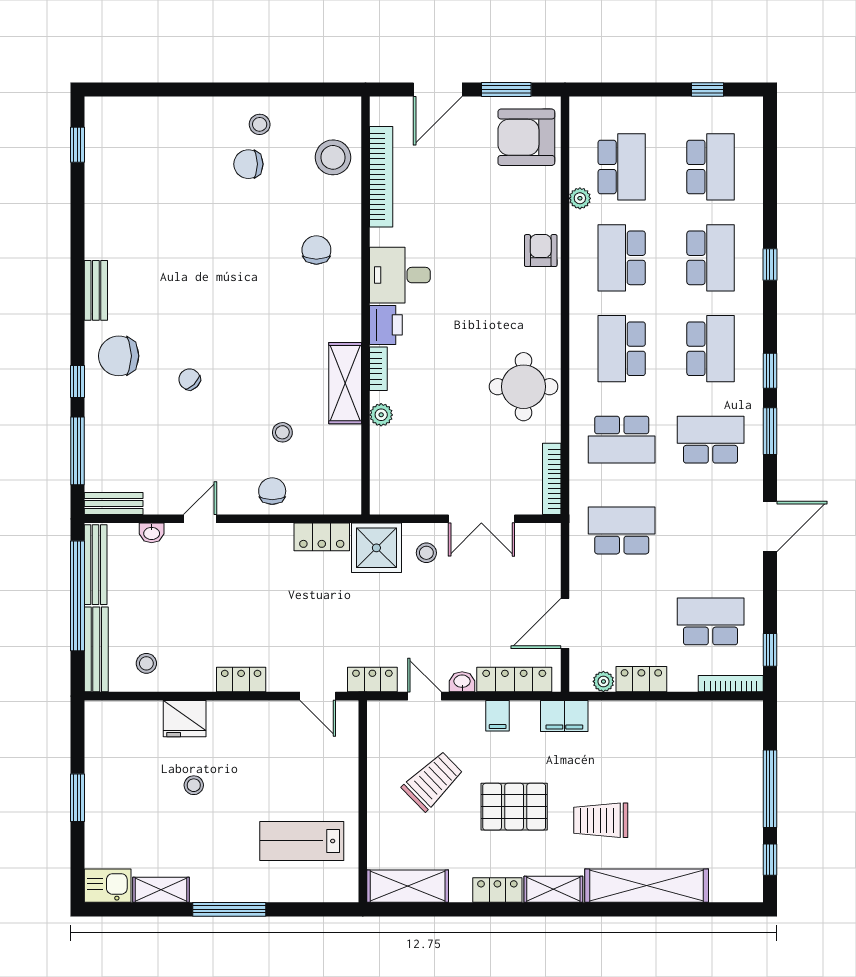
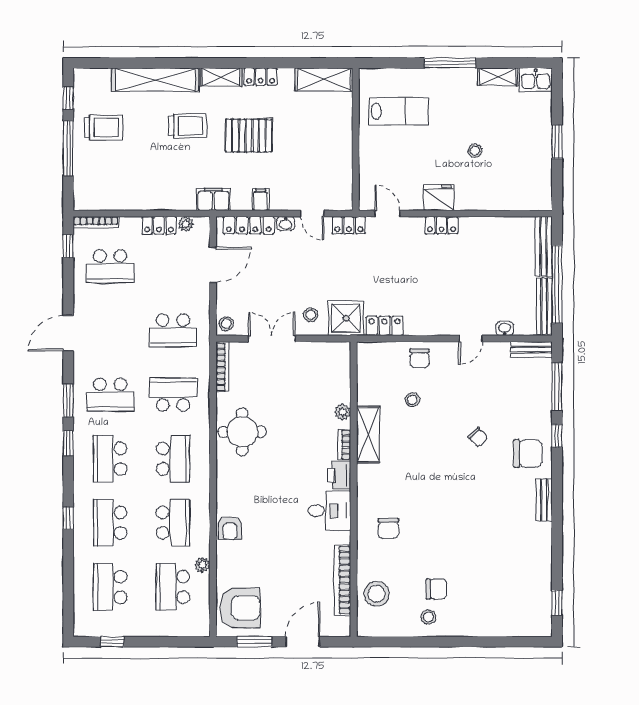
stool: (146, 663) -> (226, 324), moved
fridge: (185, 719) -> (439, 198), moved
trolley: (433, 781) -> (104, 128), moved, turned -136

